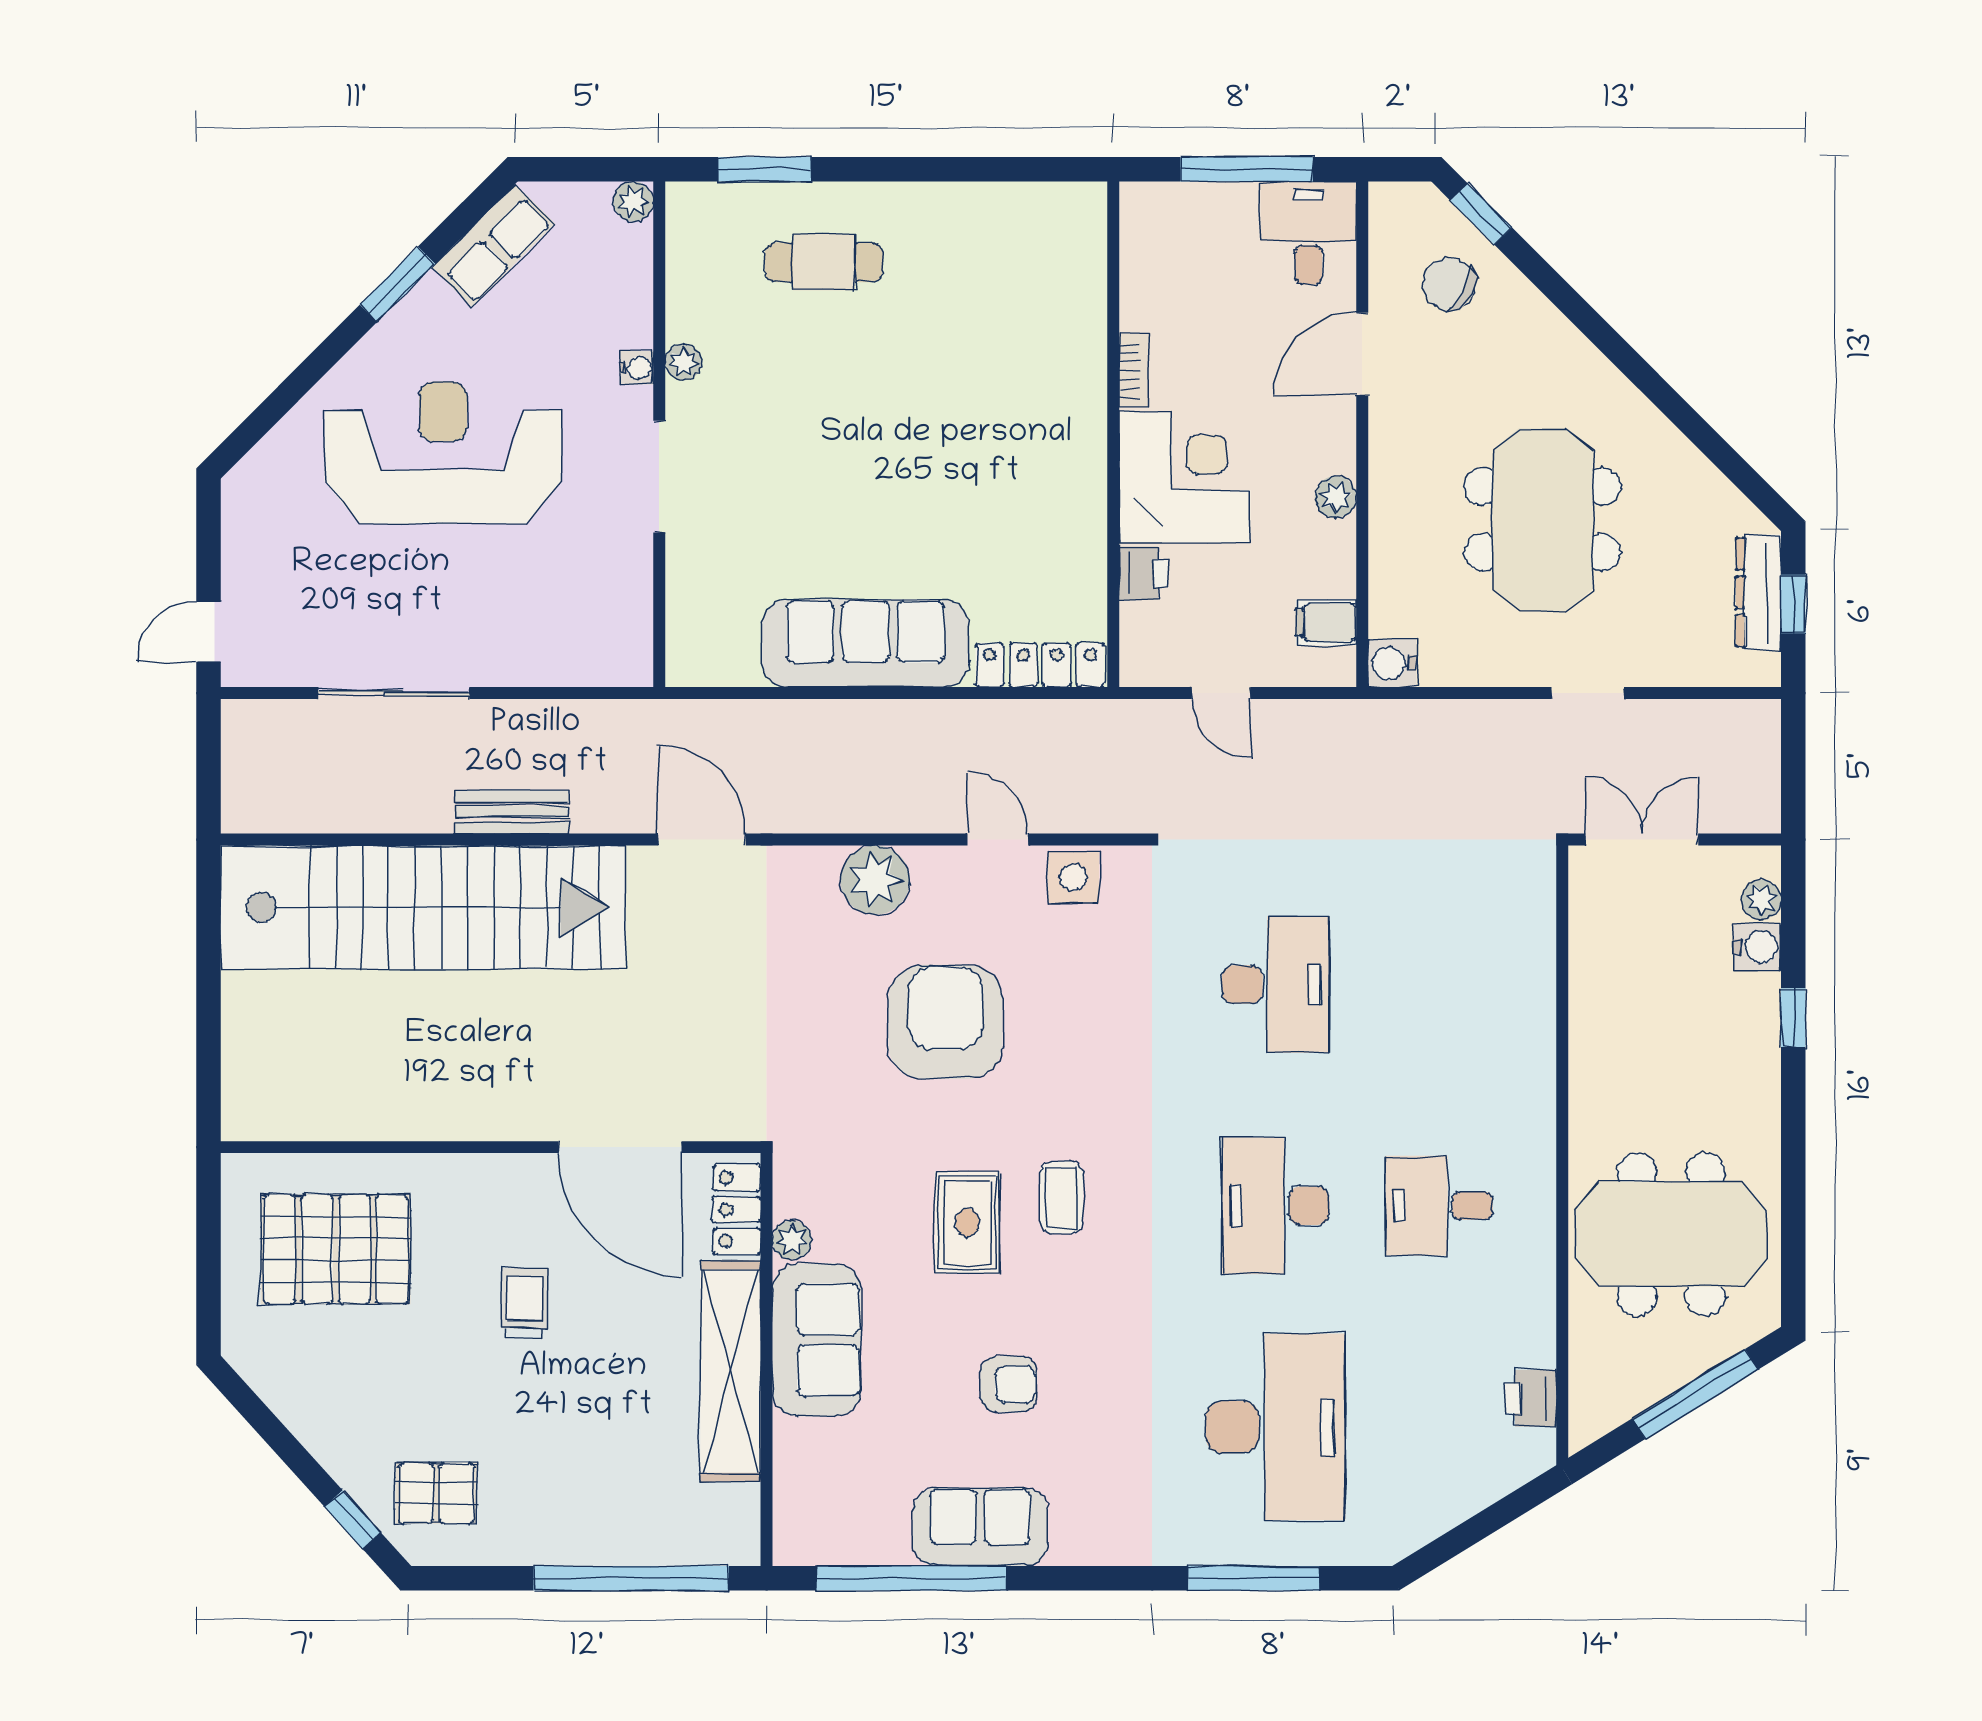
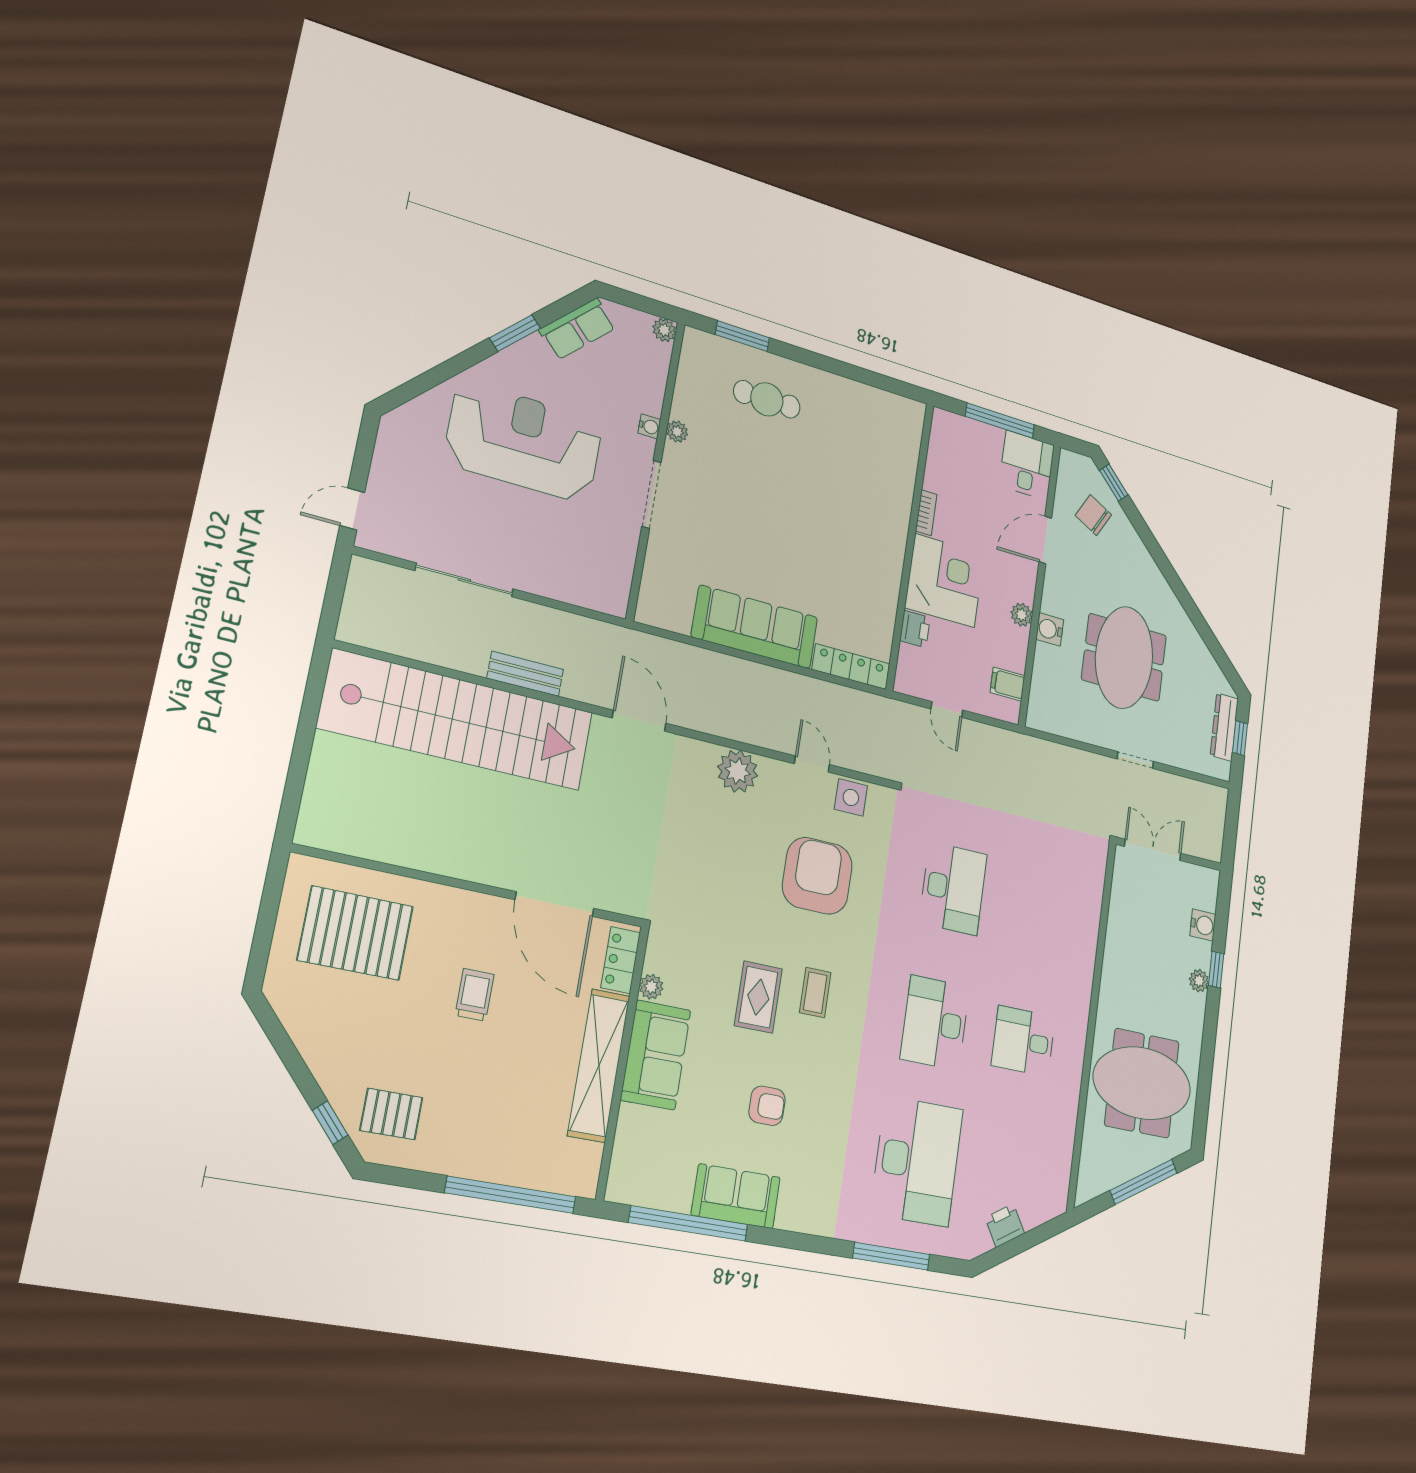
water cooler: (1392, 663) -> (1050, 629), moved
plant: (1761, 900) -> (1199, 981), moved
armchair: (945, 1022) -> (817, 876), moved
printer: (1531, 1398) -> (1005, 1225), moved, turned 58

